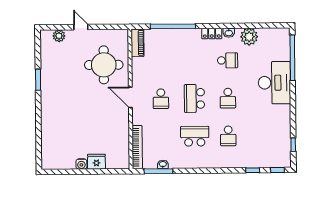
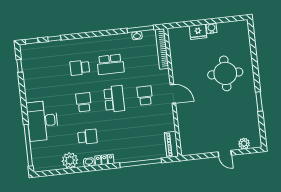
school desk: (228, 60) -> (87, 137), turned 180
round table: (104, 65) -> (225, 73), moved
school desk: (228, 136) -> (80, 68), turned -90

